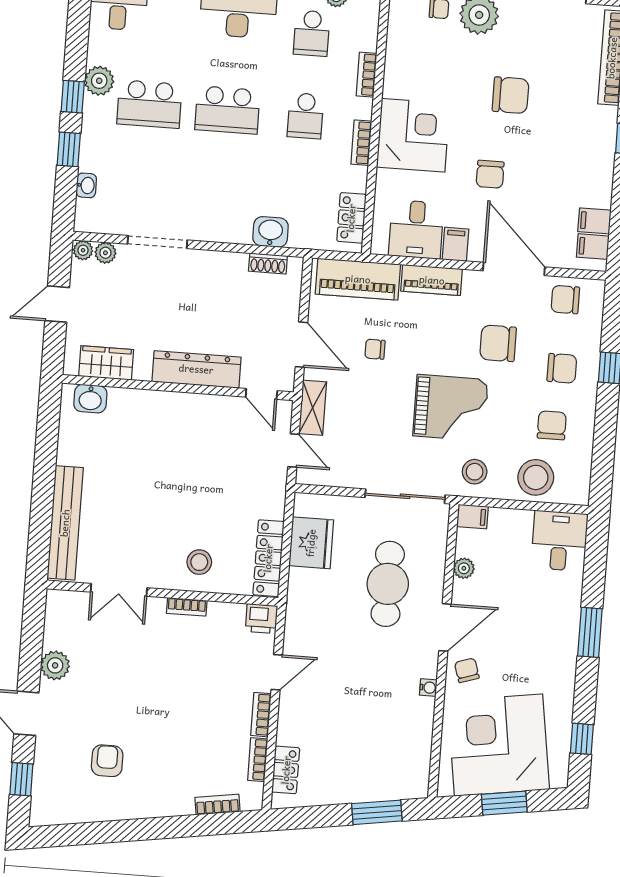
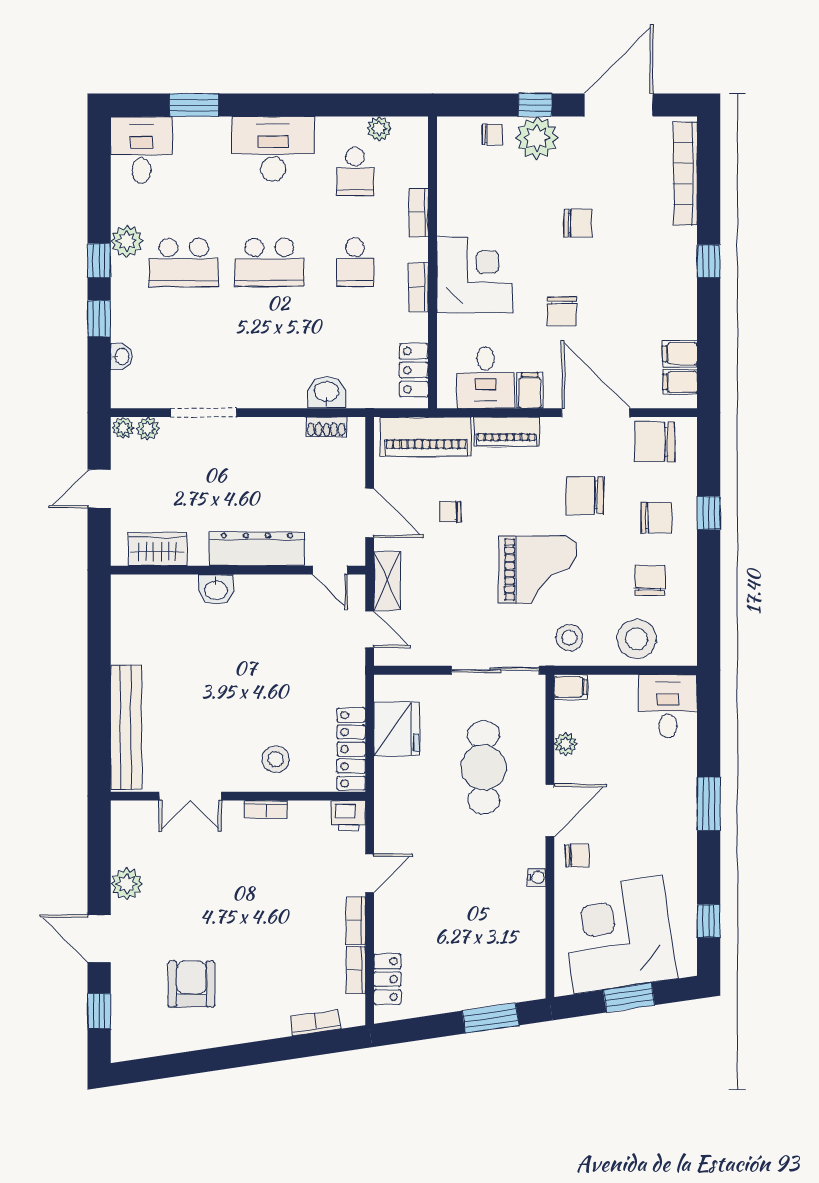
chair: (511, 95) -> (578, 223), width x0.73, depth x0.73
chair: (565, 300) -> (654, 442), width x1.37, depth x1.37
washbasin: (90, 399) -> (216, 589), moved
chair: (467, 670) -> (577, 855), turned 106
armchair: (107, 761) -> (191, 984), width x1.38, depth x1.38

